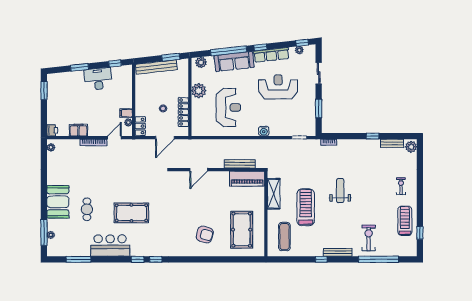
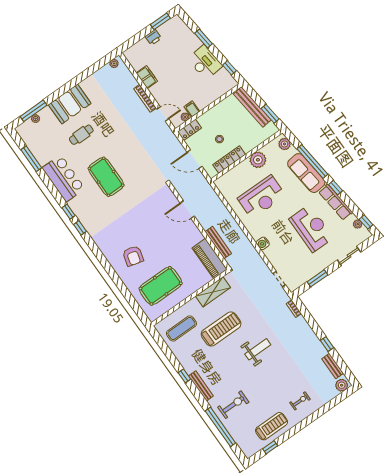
printer: (52, 130) -> (153, 37), moved

